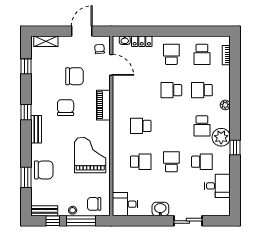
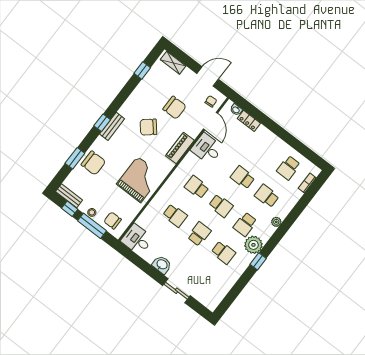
school desk: (171, 54) -> (221, 206), moved, turned 90
chair: (66, 108) -> (148, 127), turned -130
window: (26, 112) -> (102, 123), moved
desk: (217, 186) -> (207, 149), moved, turned 180

